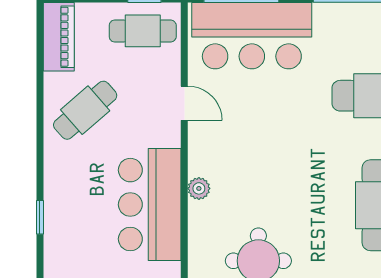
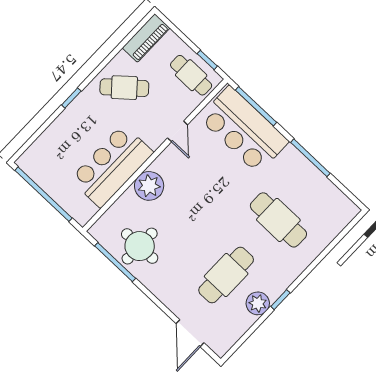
plant: (199, 188) -> (149, 186), width x1.88, depth x1.88
window: (40, 217) -> (71, 98), moved

